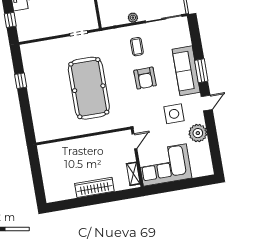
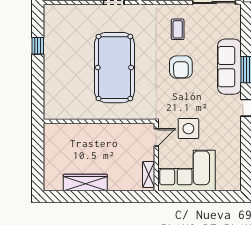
side table: (174, 114) -> (188, 129), moved
plant: (198, 133) -> (231, 140), removed
wardrobe: (94, 187) -> (85, 182), moved

